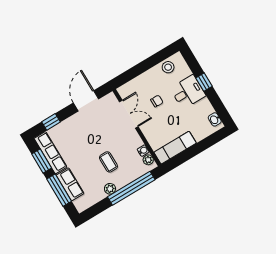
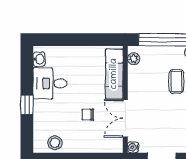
desk: (188, 92) -> (50, 83), moved
exam couch: (175, 148) -> (114, 74), moved, turned 90
water cooler: (143, 151) -> (133, 147), moved

